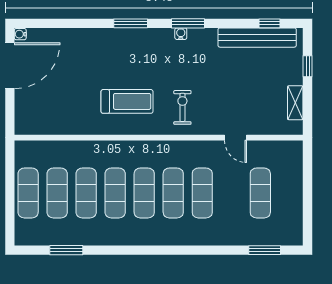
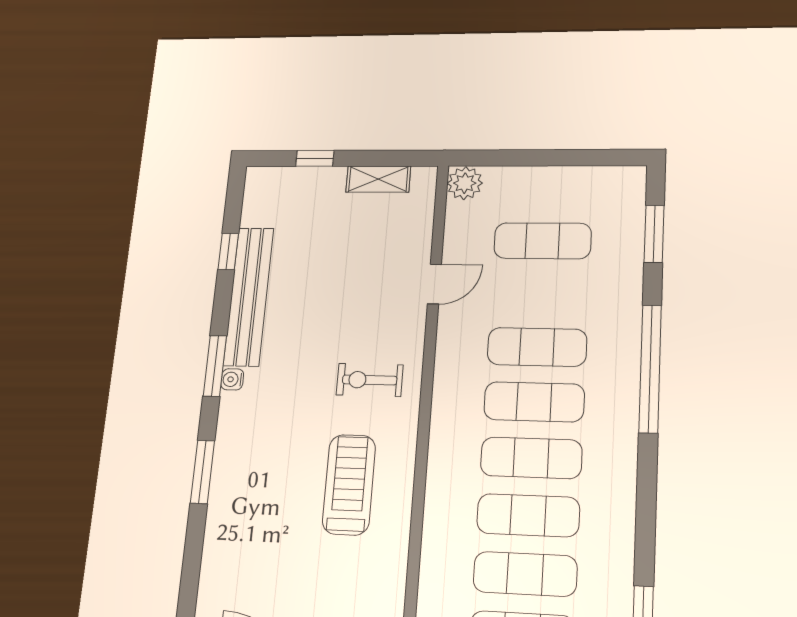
window: (270, 23) -> (228, 251), moved
bench: (257, 38) -> (249, 296), moved
plant: (293, 150) -> (465, 183), added
window: (192, 250) -> (650, 369), added

